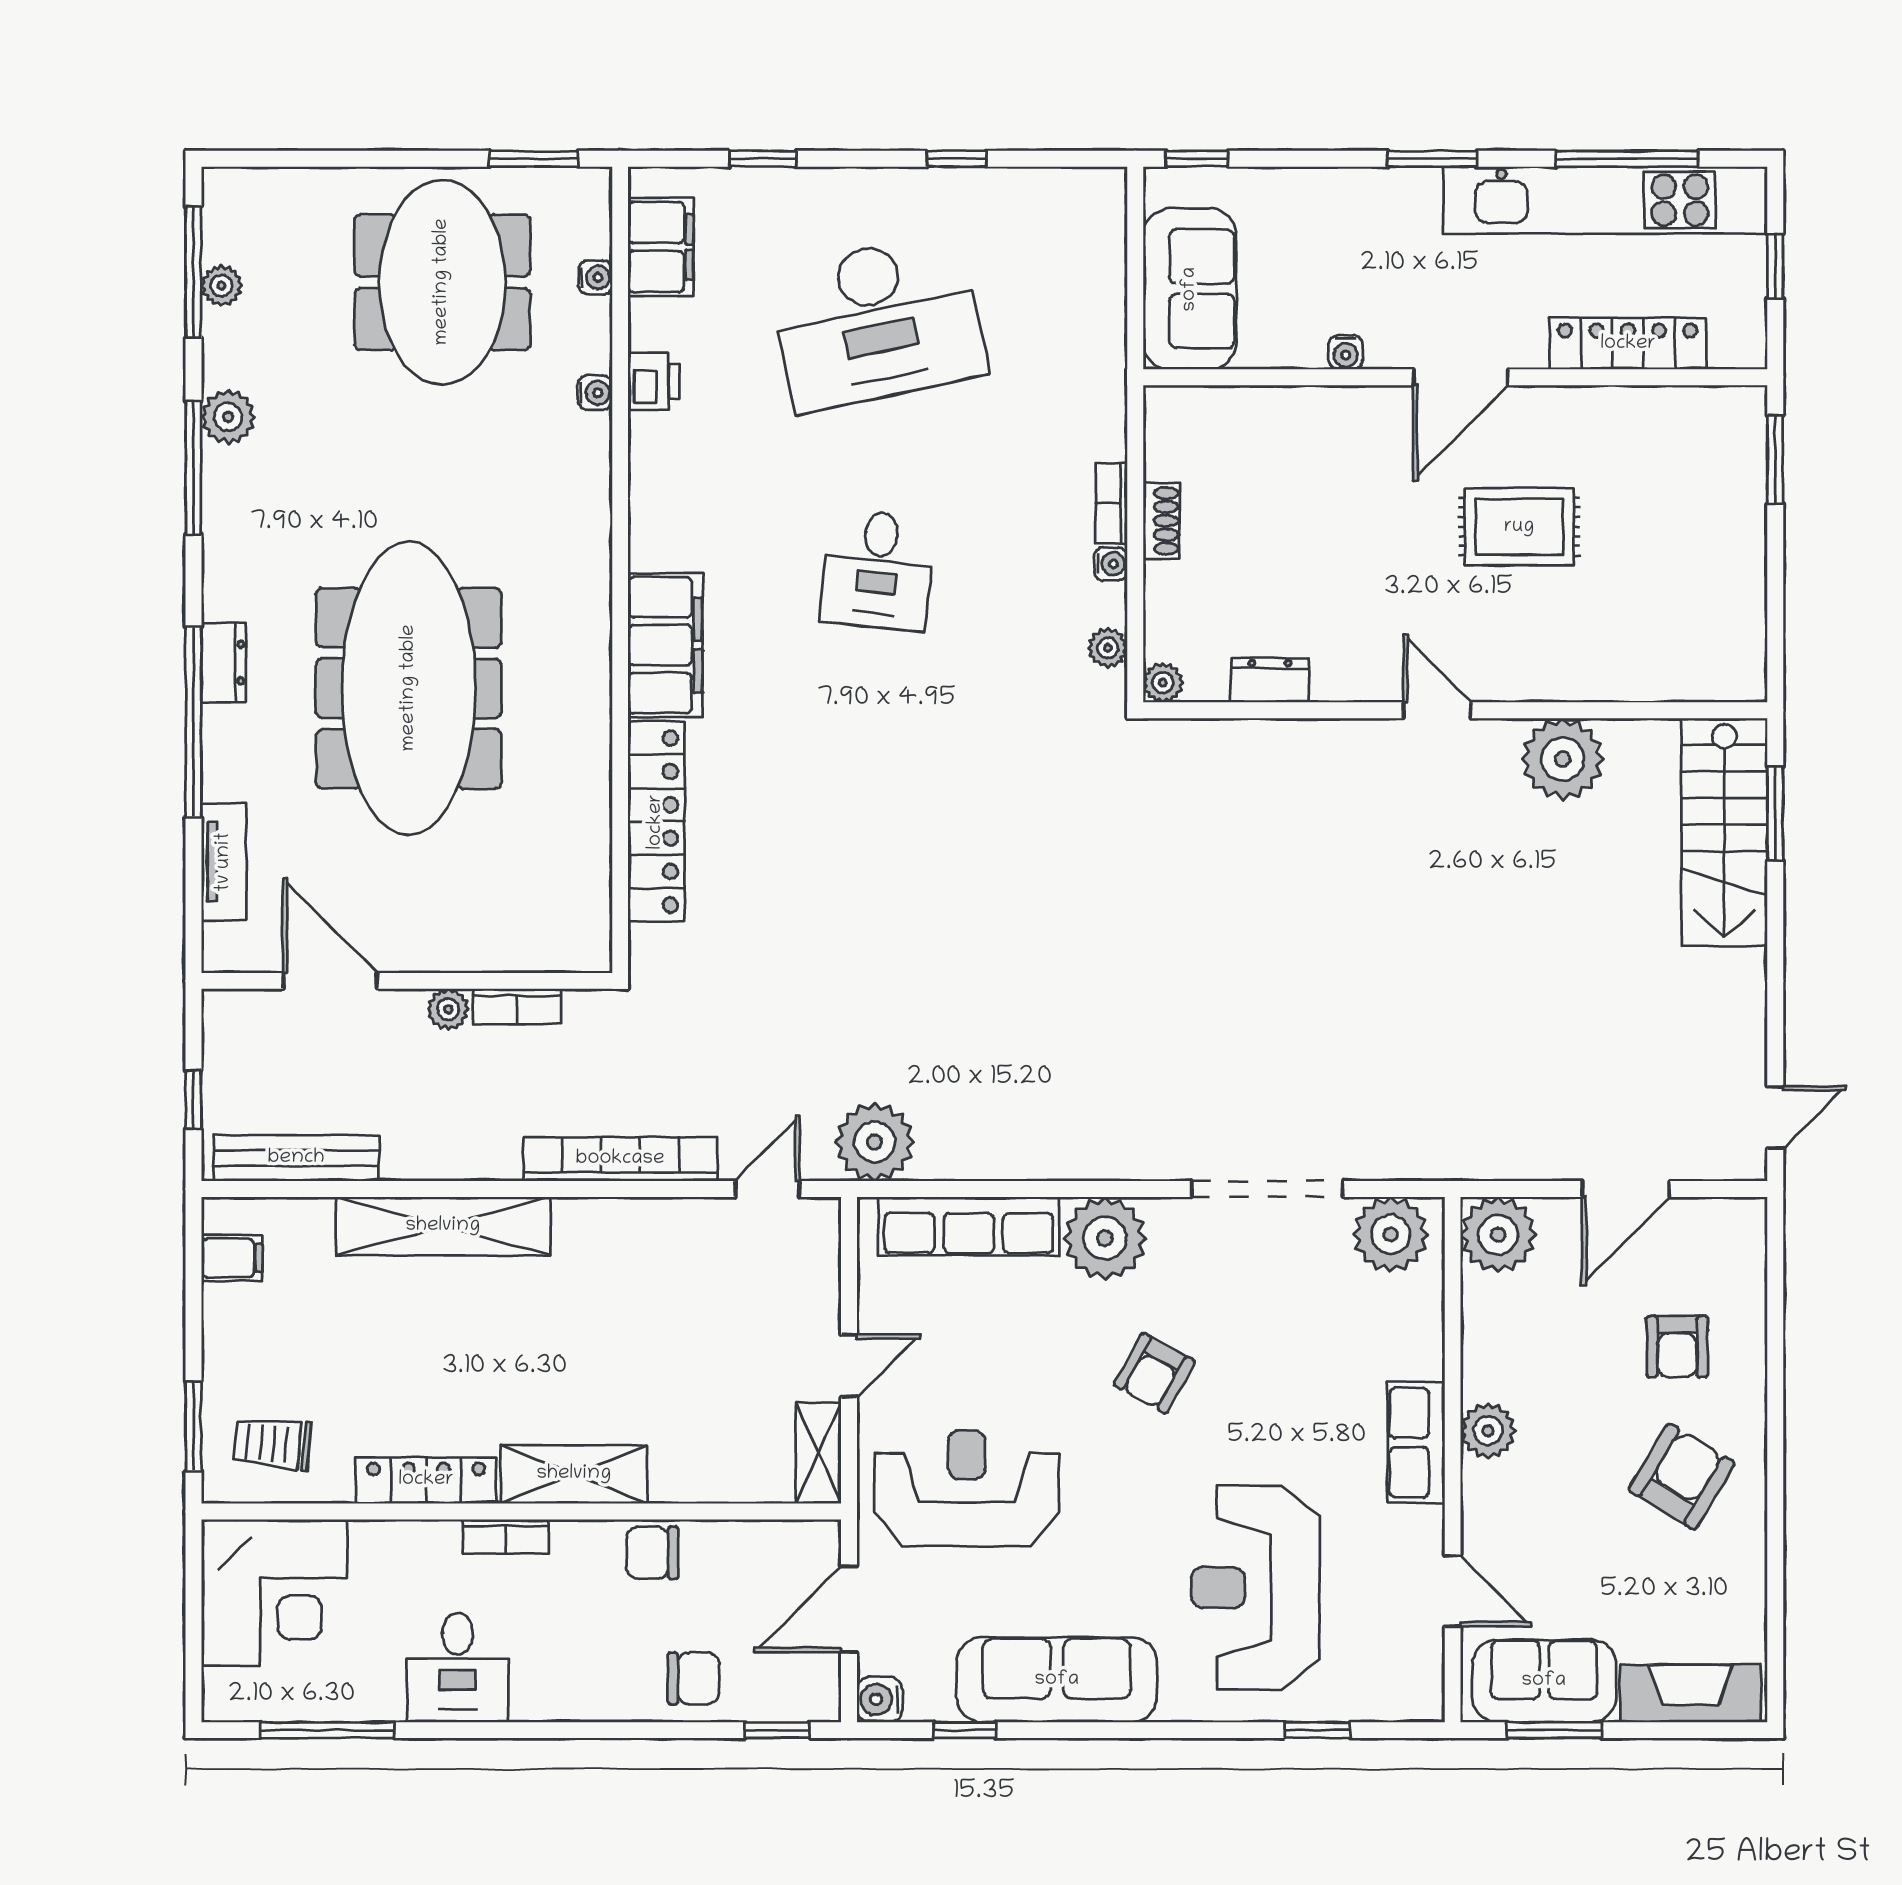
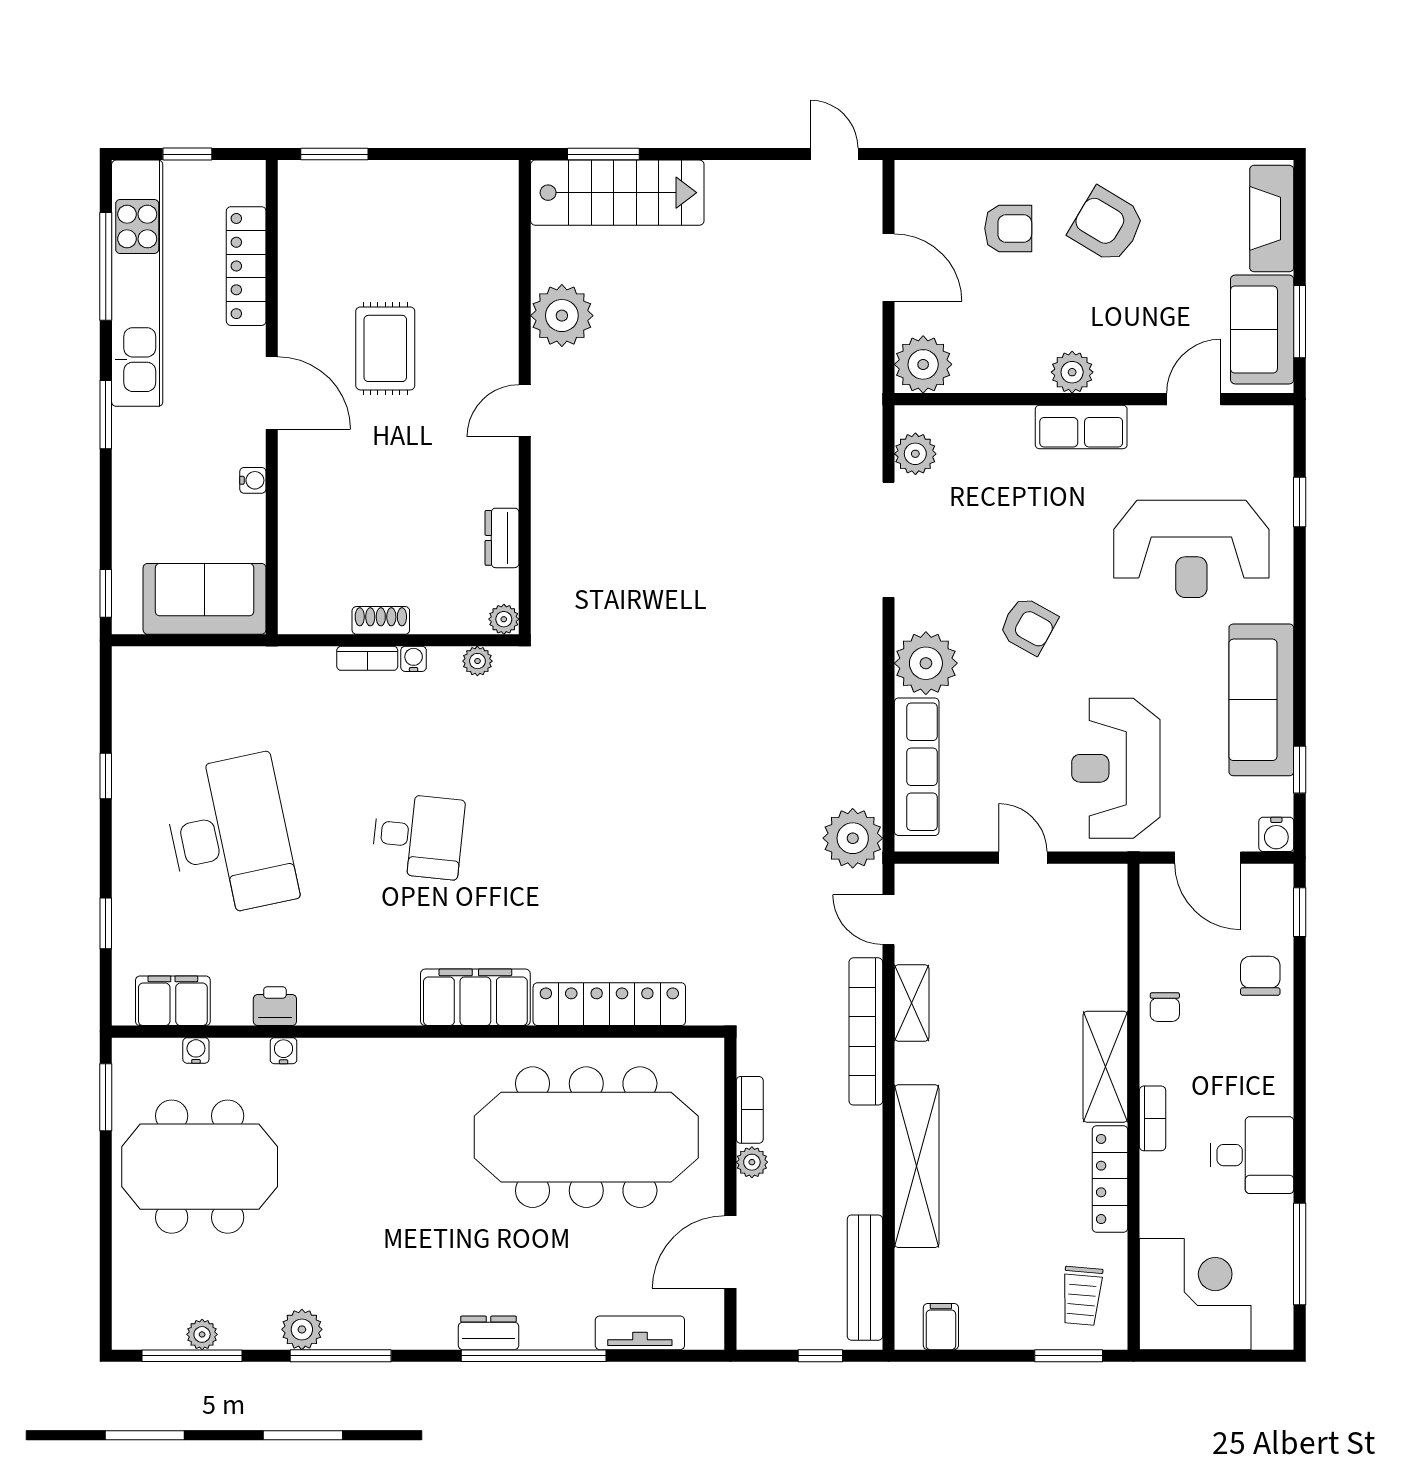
meeting table: (409, 688) -> (586, 1137), moved
plant: (1391, 1234) -> (915, 454), width x0.73, depth x0.73
shelving: (819, 1453) -> (912, 1003), moved, turned 90
chair: (652, 1553) -> (1165, 1007), width x0.73, depth x0.73

